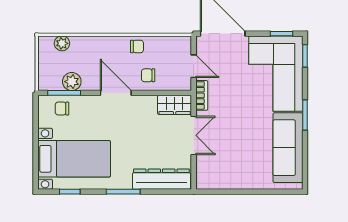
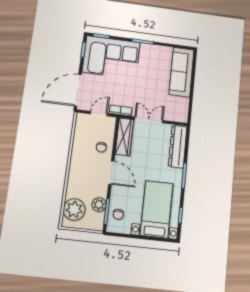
plant: (62, 43) -> (74, 209), width x1.87, depth x1.87
chair: (137, 46) -> (79, 153), removed
door: (116, 93) -> (111, 173), swing flipped
wardrobe: (175, 105) -> (124, 137), width x1.50
sofa: (288, 148) -> (182, 72), moved, turned 90

